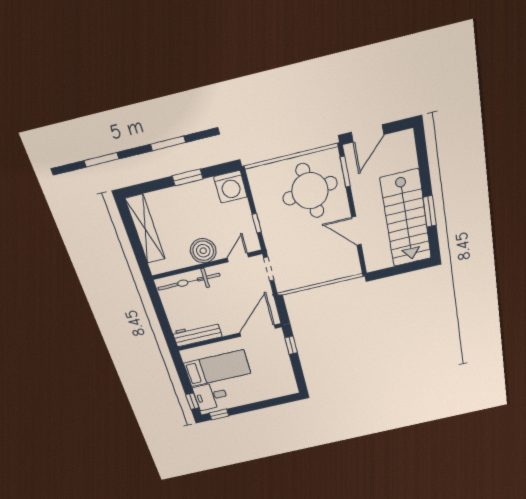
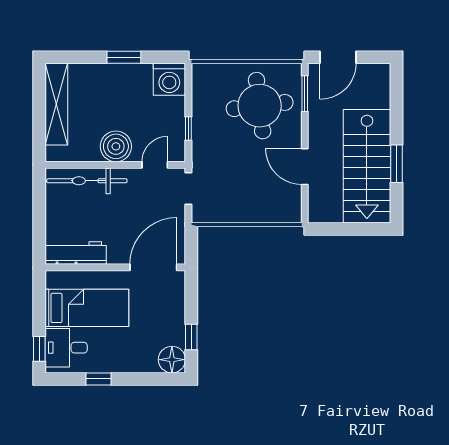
window: (291, 345) -> (191, 337), moved
floor lamp: (287, 387) -> (172, 360), added
window: (219, 414) -> (98, 379), moved

